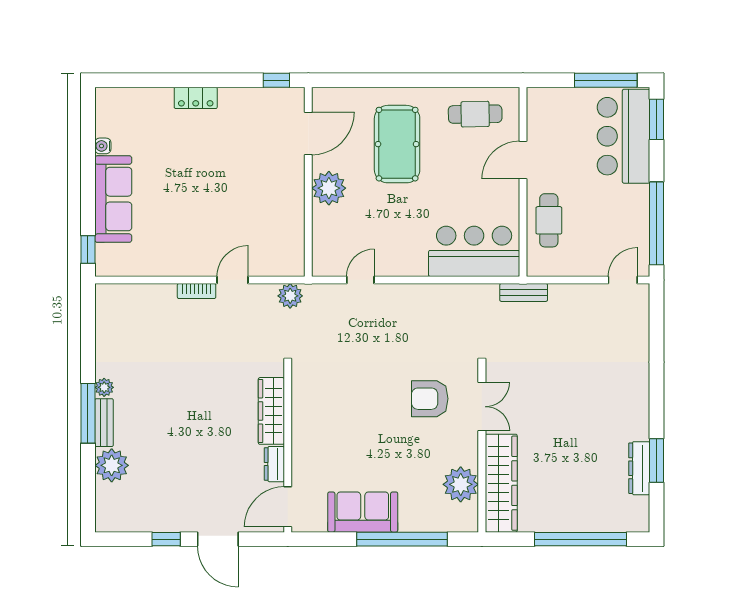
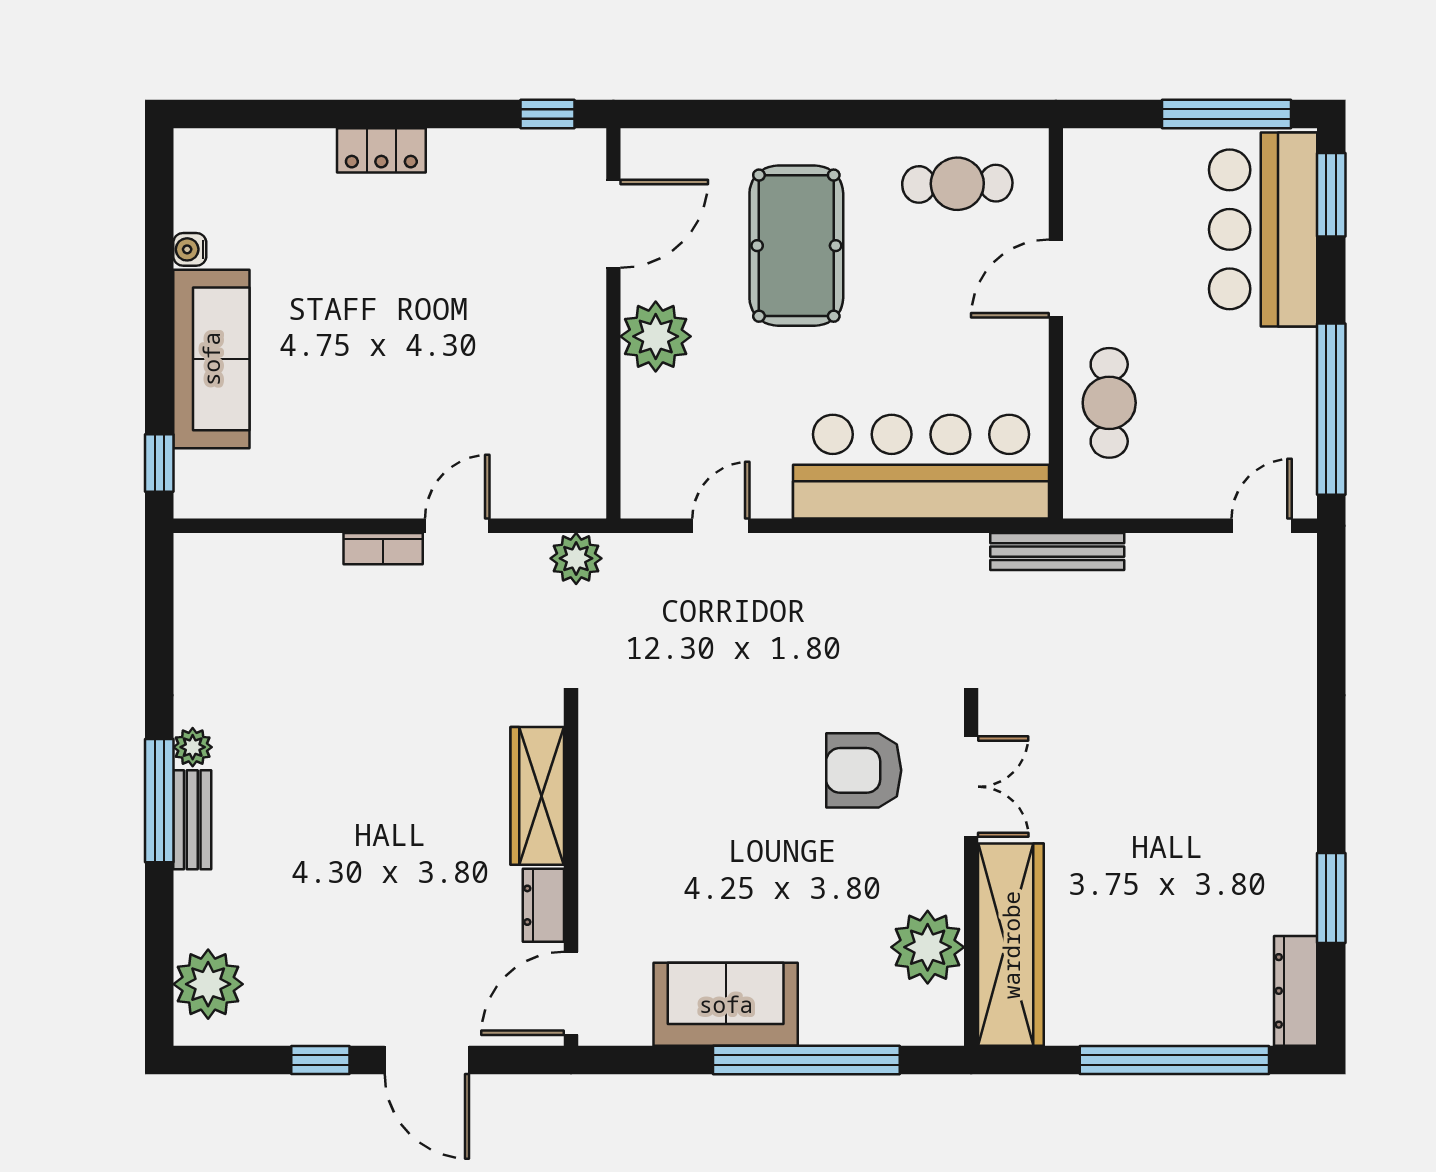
bar counter: (474, 251) -> (921, 467), width x1.36
bench: (524, 292) -> (1057, 552), width x1.36
plant: (112, 465) -> (208, 984), moved
dresser: (639, 468) -> (1296, 991), moved

